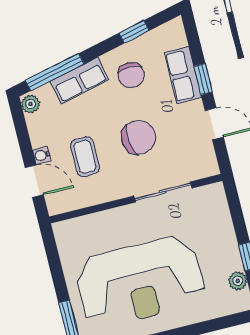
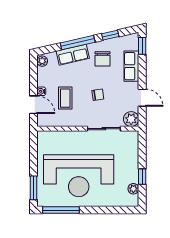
window: (55, 72) -> (78, 43), moved
window: (203, 79) -> (142, 46), moved
chair: (138, 137) -> (98, 95), width x0.54, depth x0.54
plant: (205, 164) -> (131, 119), added

